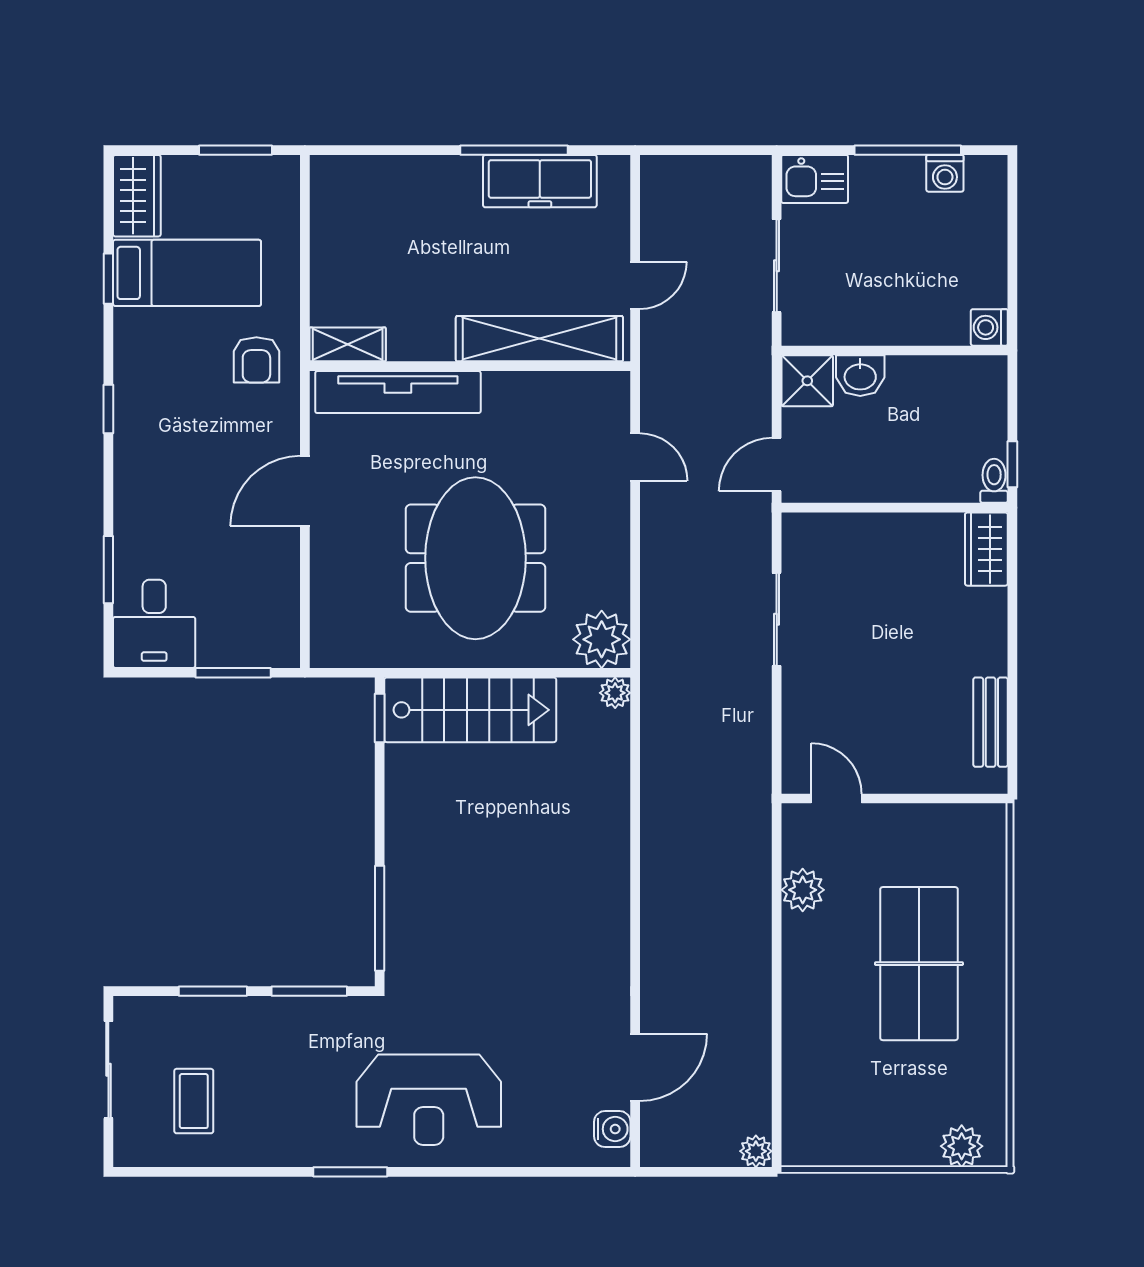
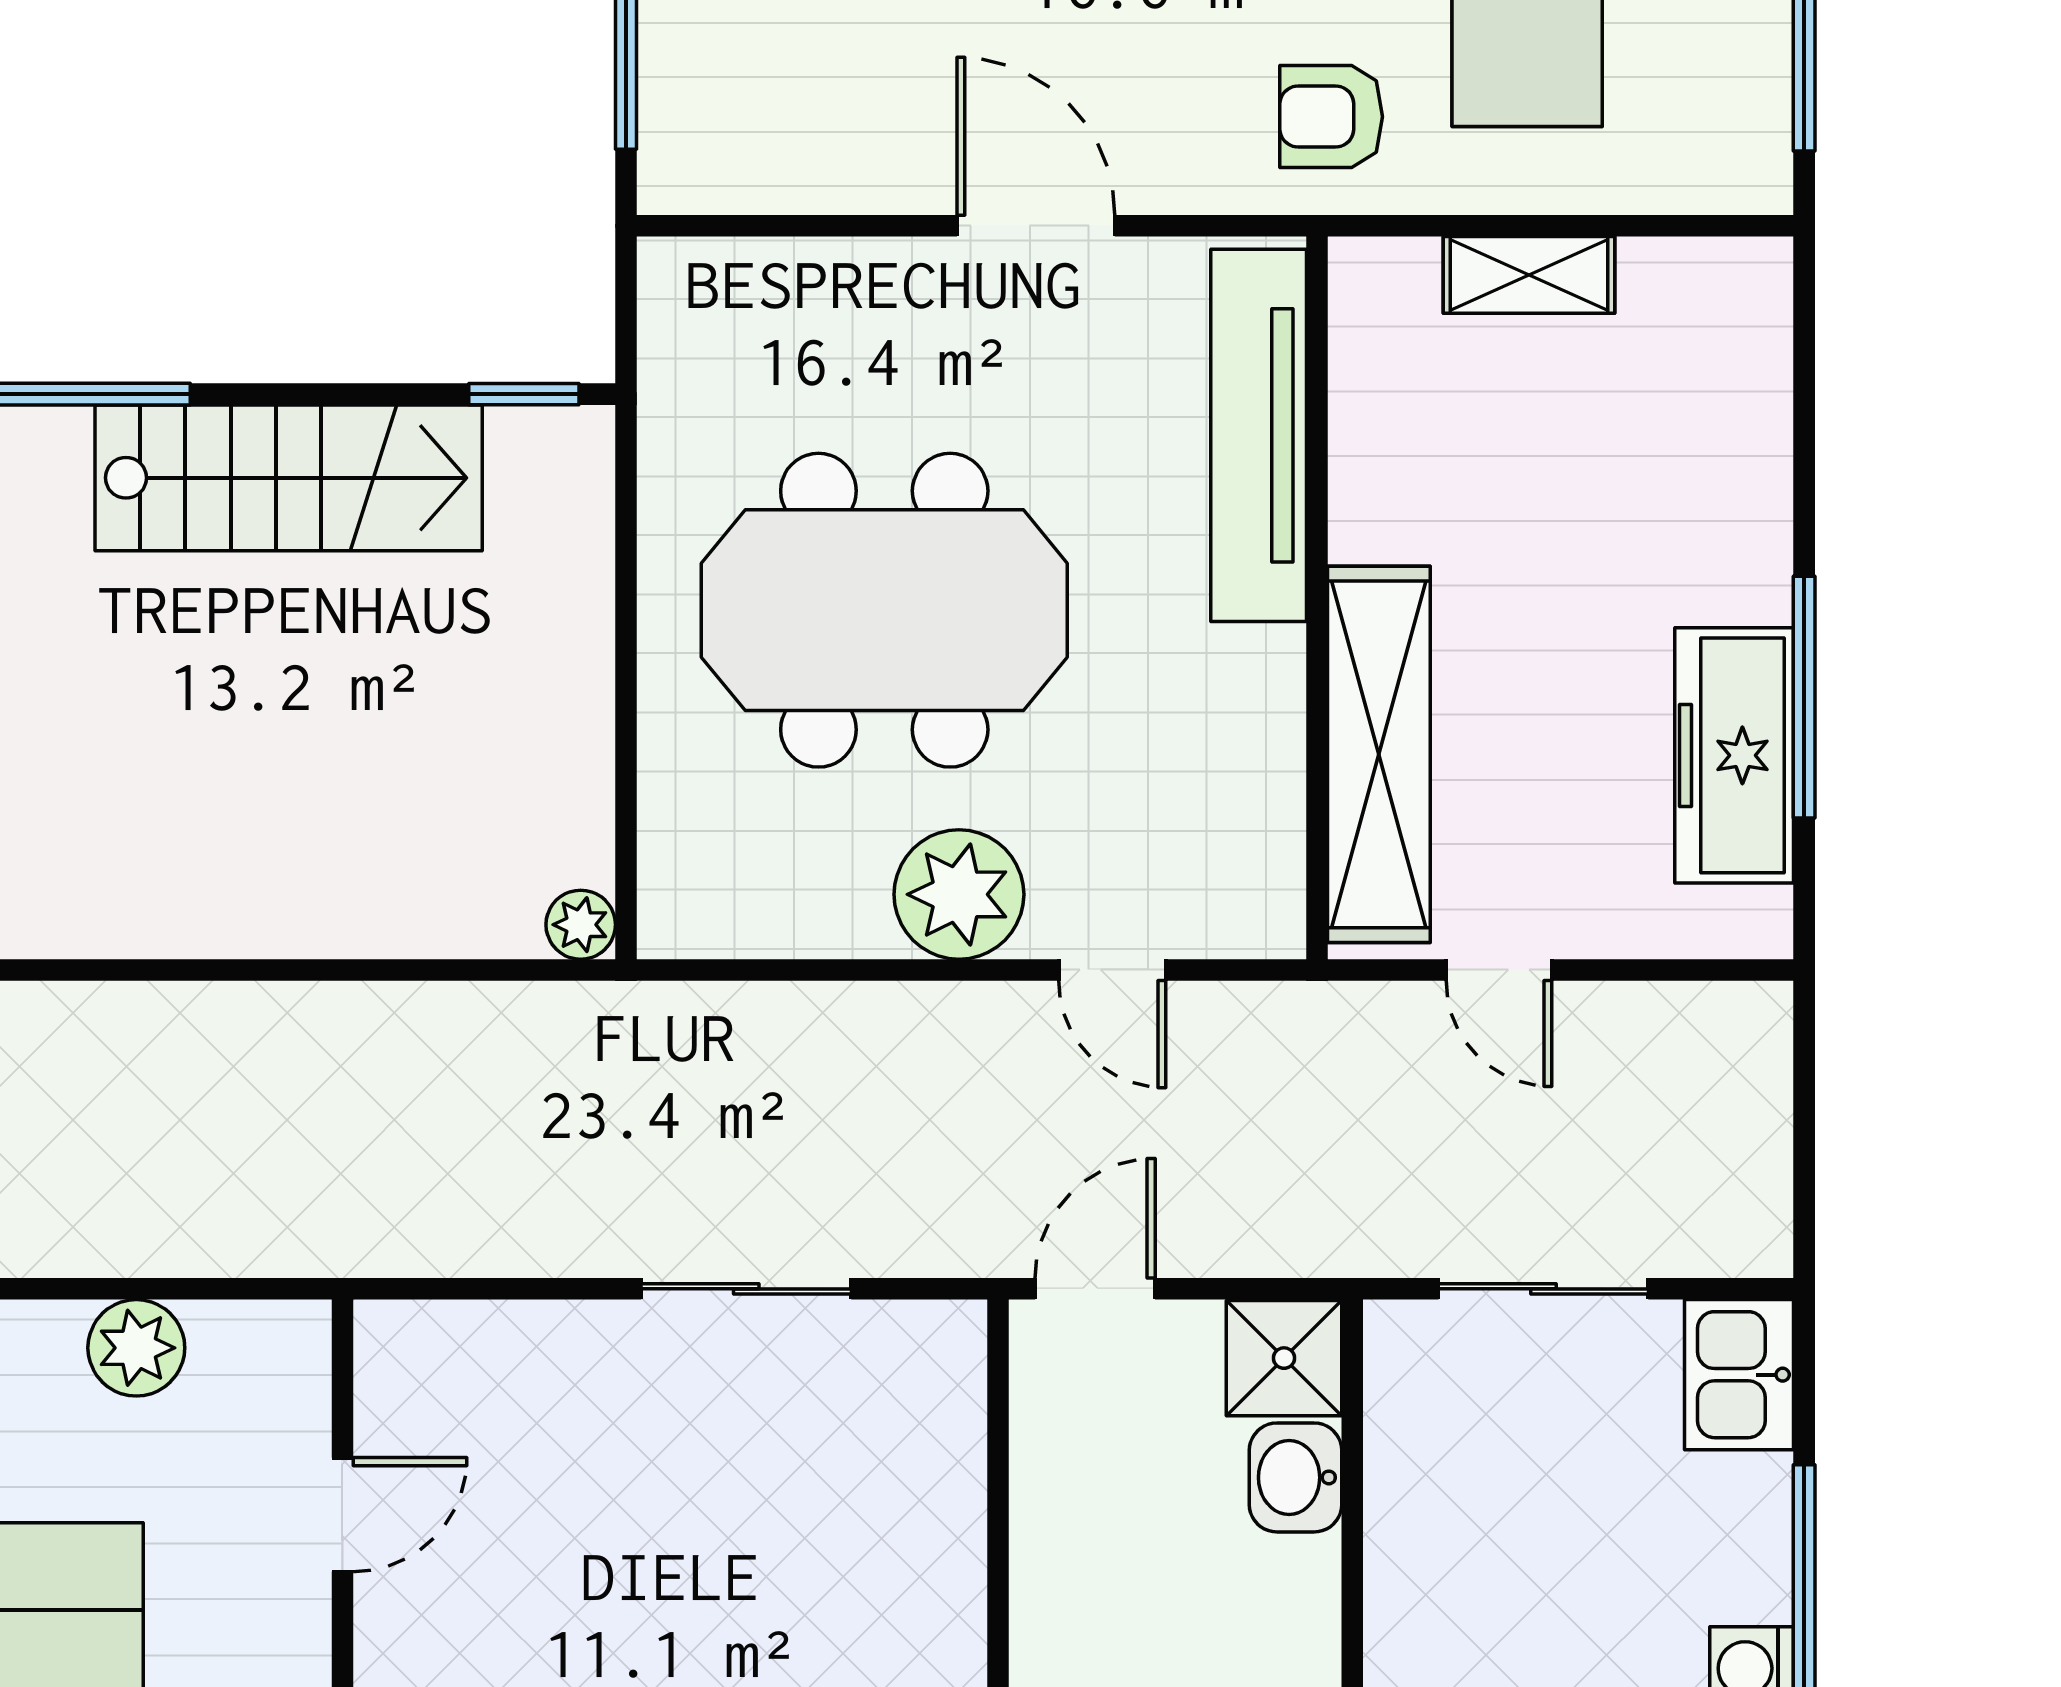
shelving: (348, 344) -> (1529, 275), moved, turned 90
door: (635, 457) -> (1112, 970), hinge flipped
door: (777, 465) -> (1095, 1289), hinge flipped
plant: (602, 639) -> (959, 894), moved
stairs: (470, 710) -> (289, 478), moved, turned -90
door: (836, 799) -> (342, 1515), moved

